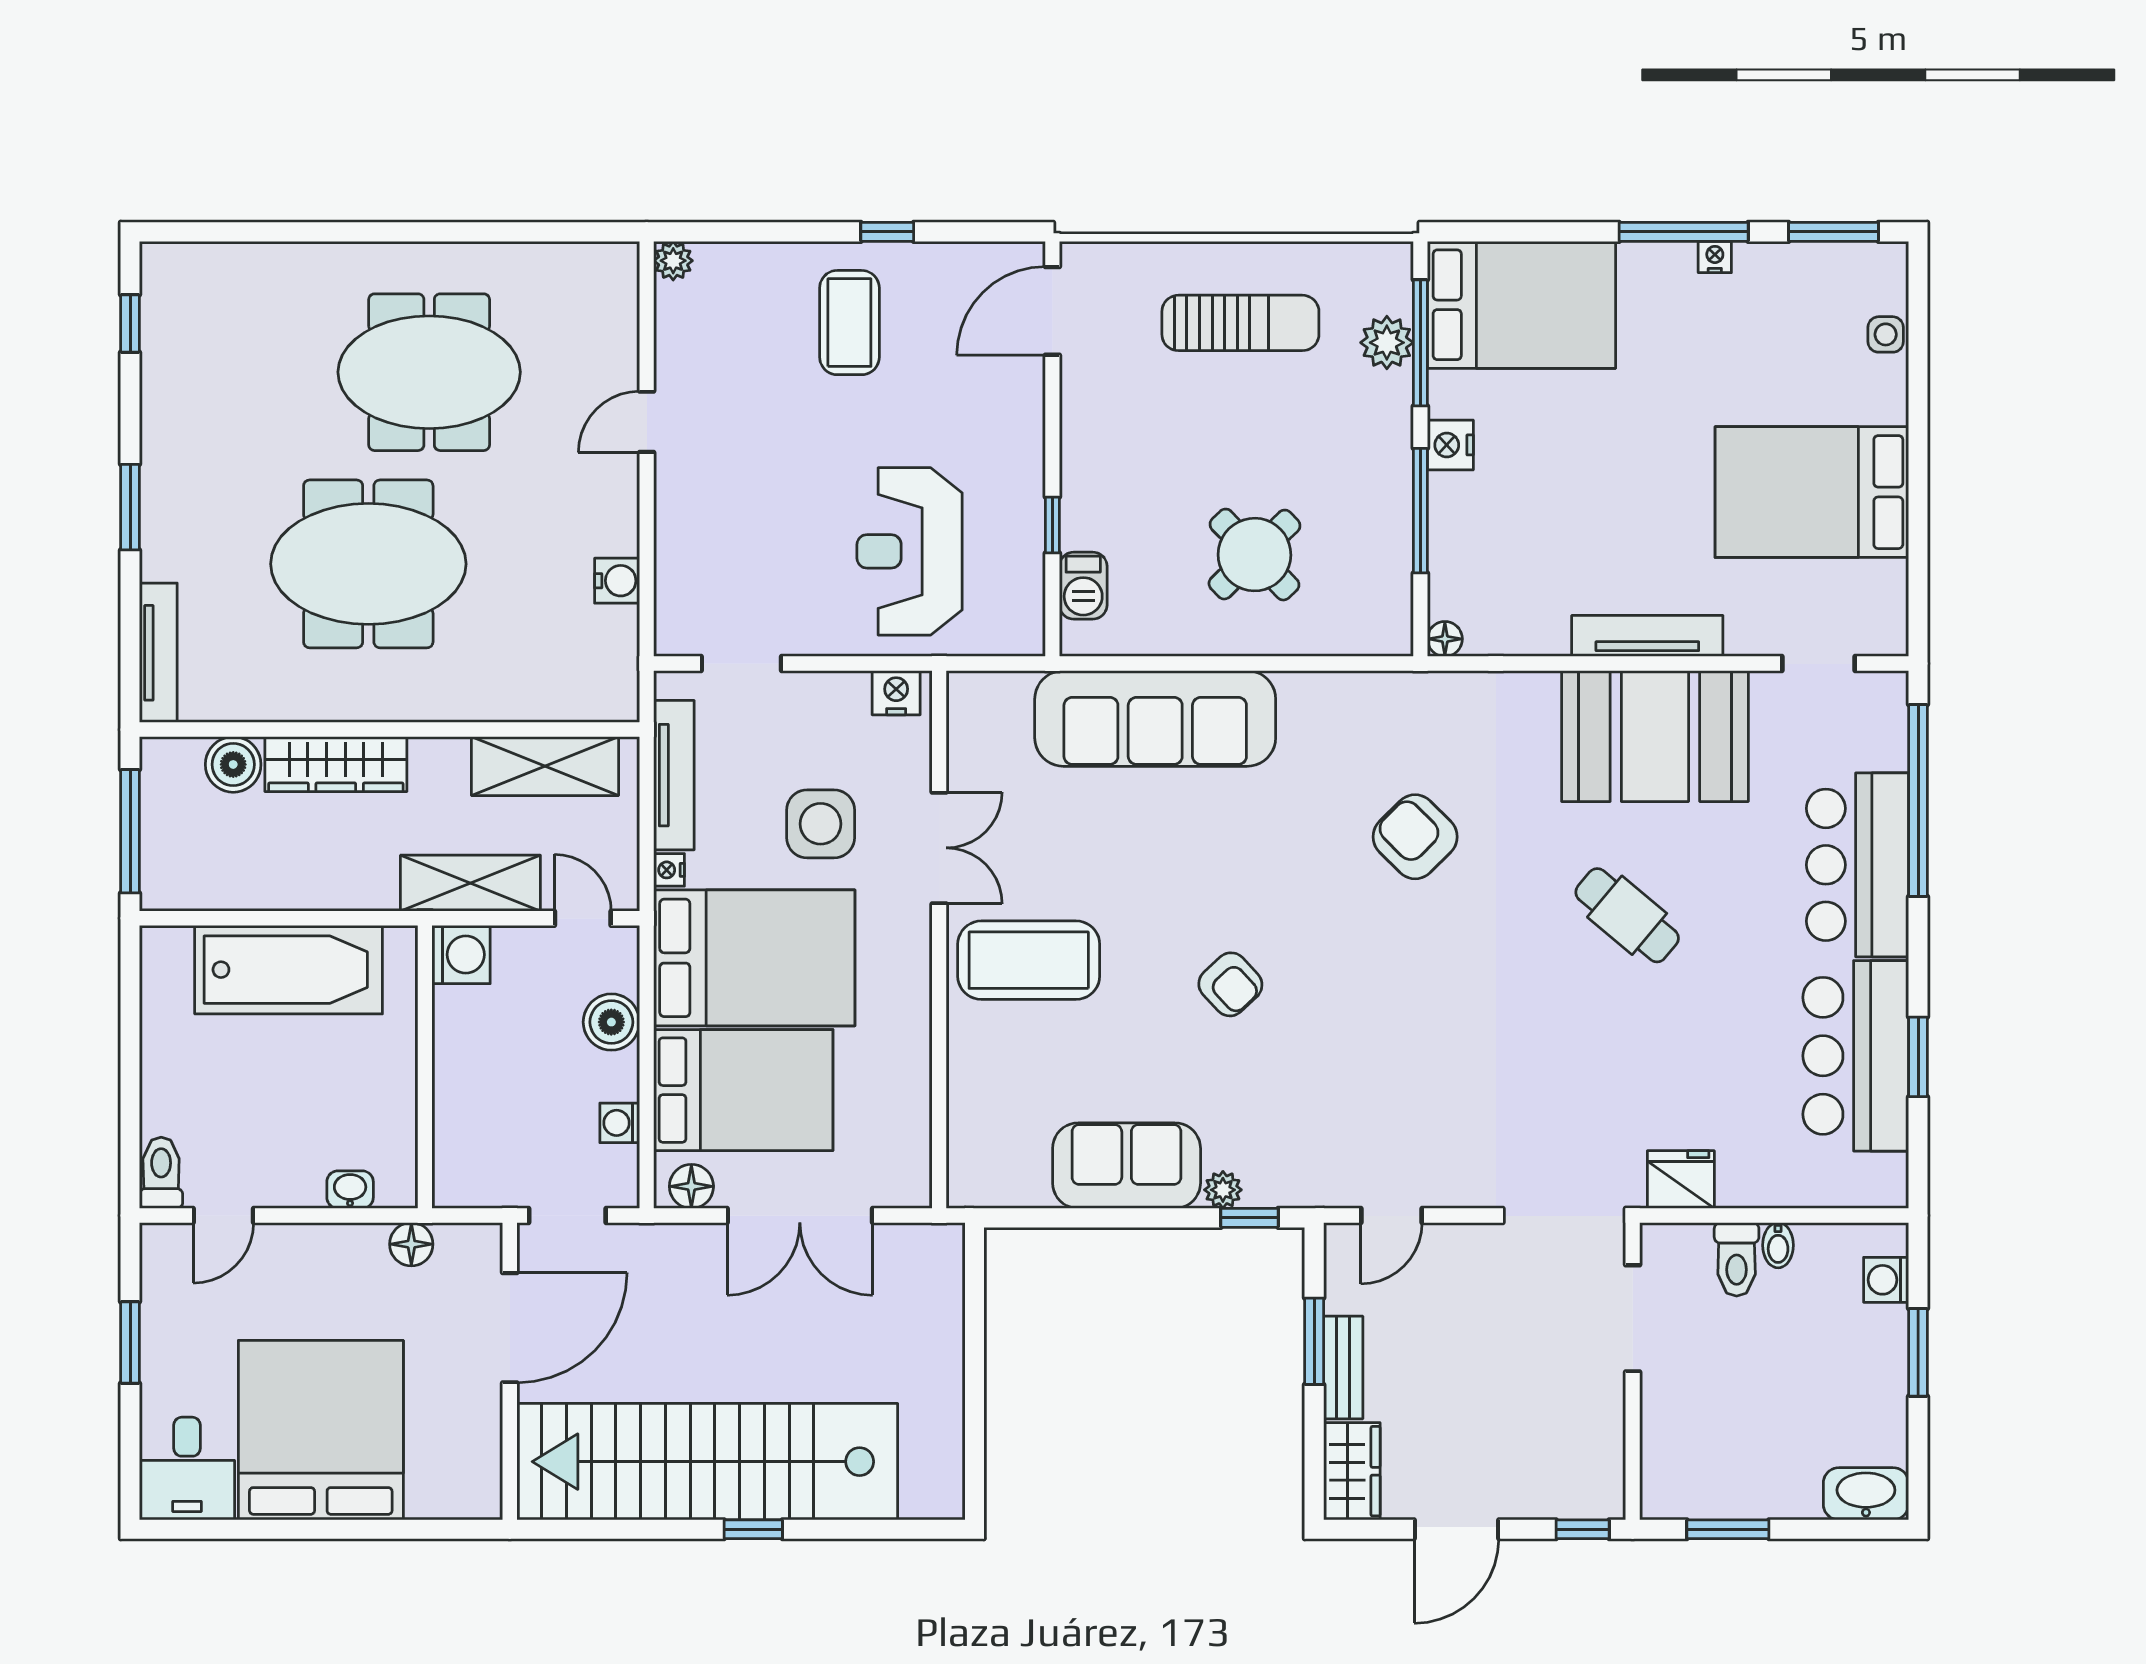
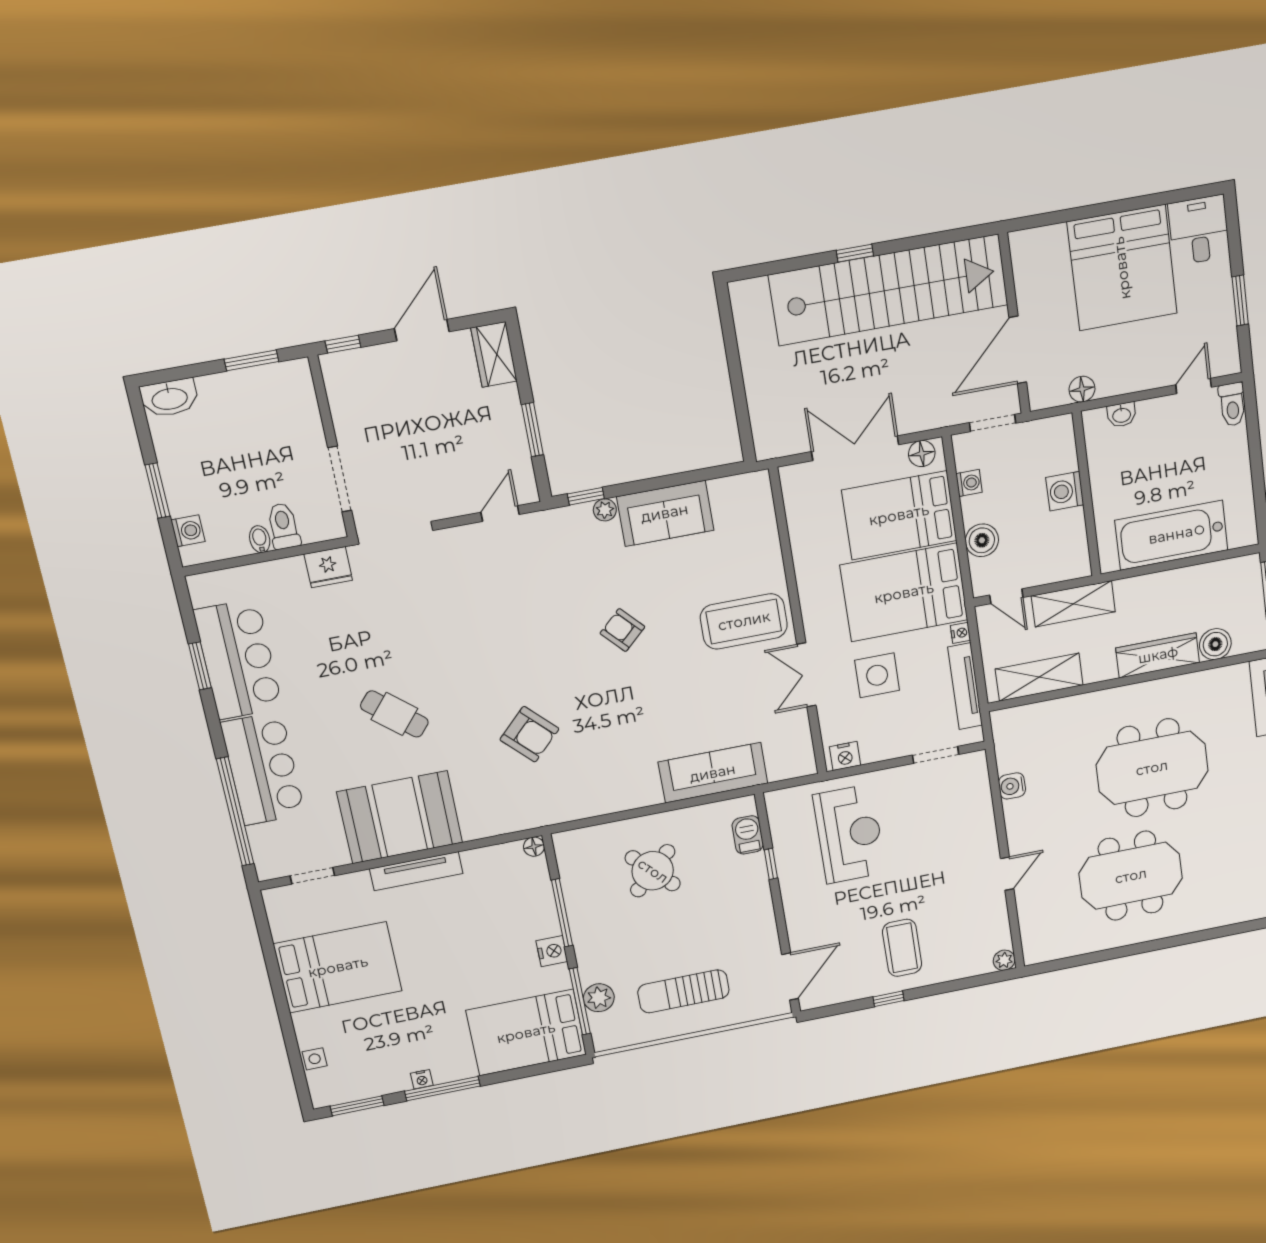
sofa: (1155, 718) -> (713, 773), width x0.74, depth x0.79
washing machine: (461, 955) -> (1065, 491), moved
bench: (1343, 1367) -> (512, 417), removed

